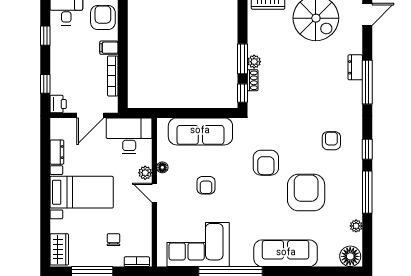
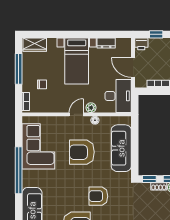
armchair: (206, 185) -> (82, 152), width x1.88, depth x1.88

